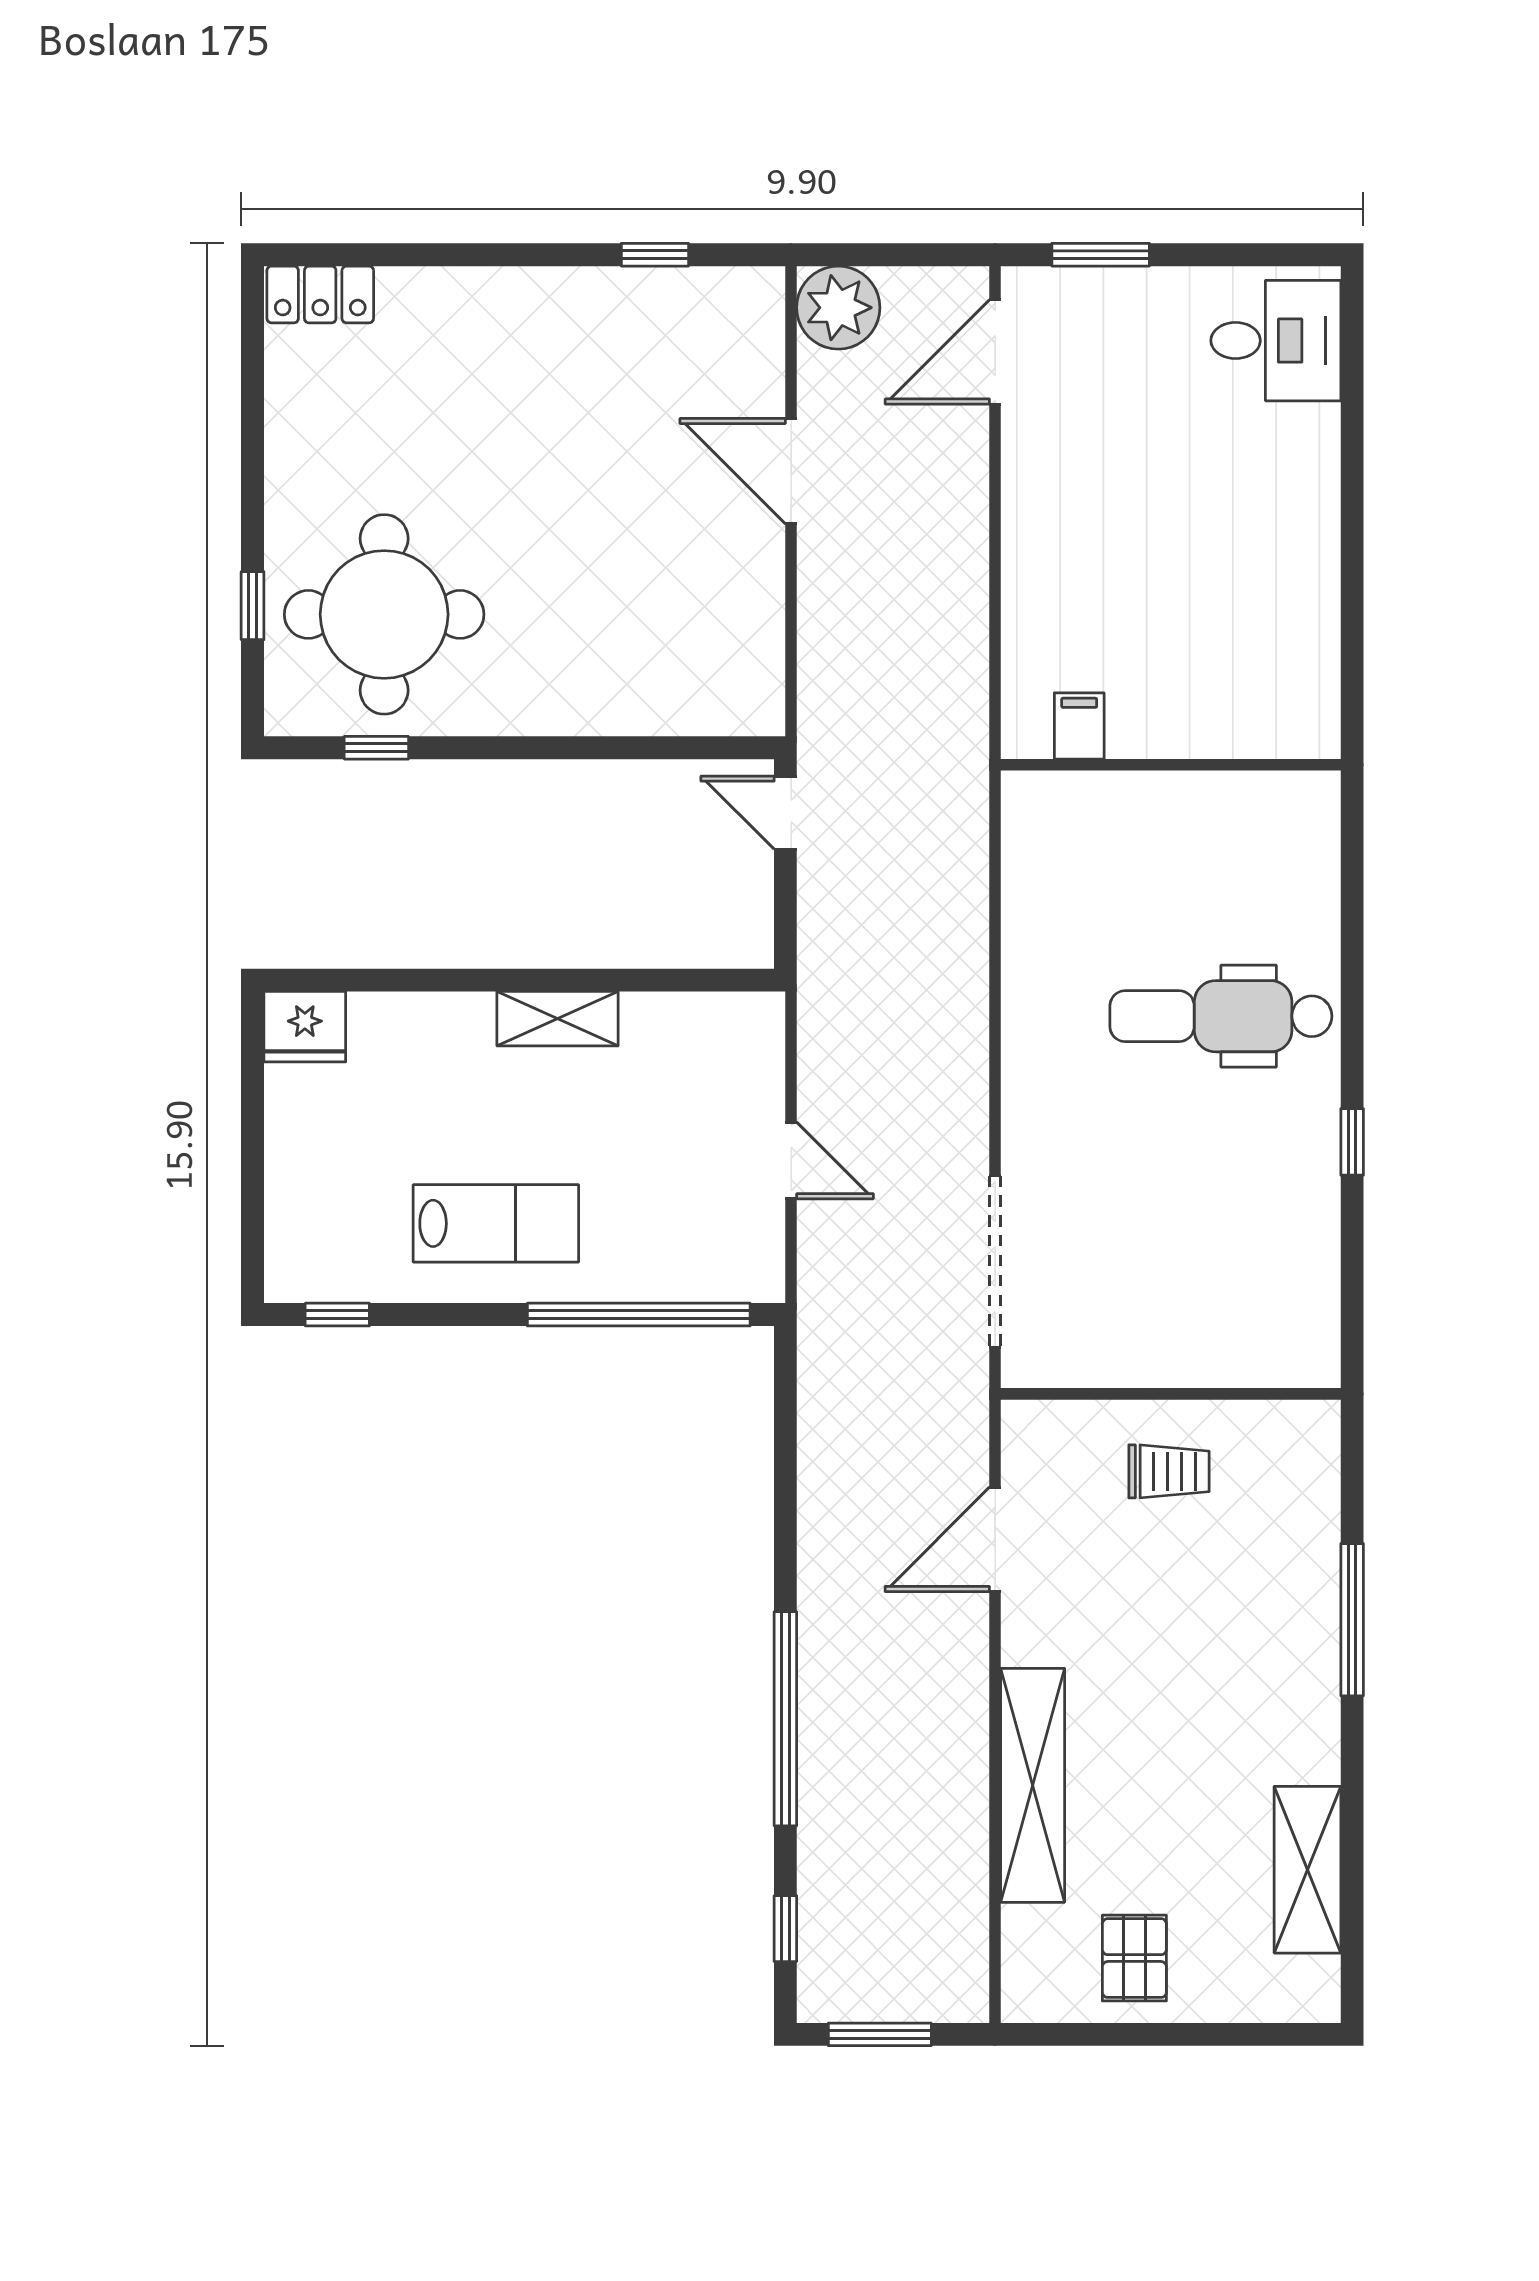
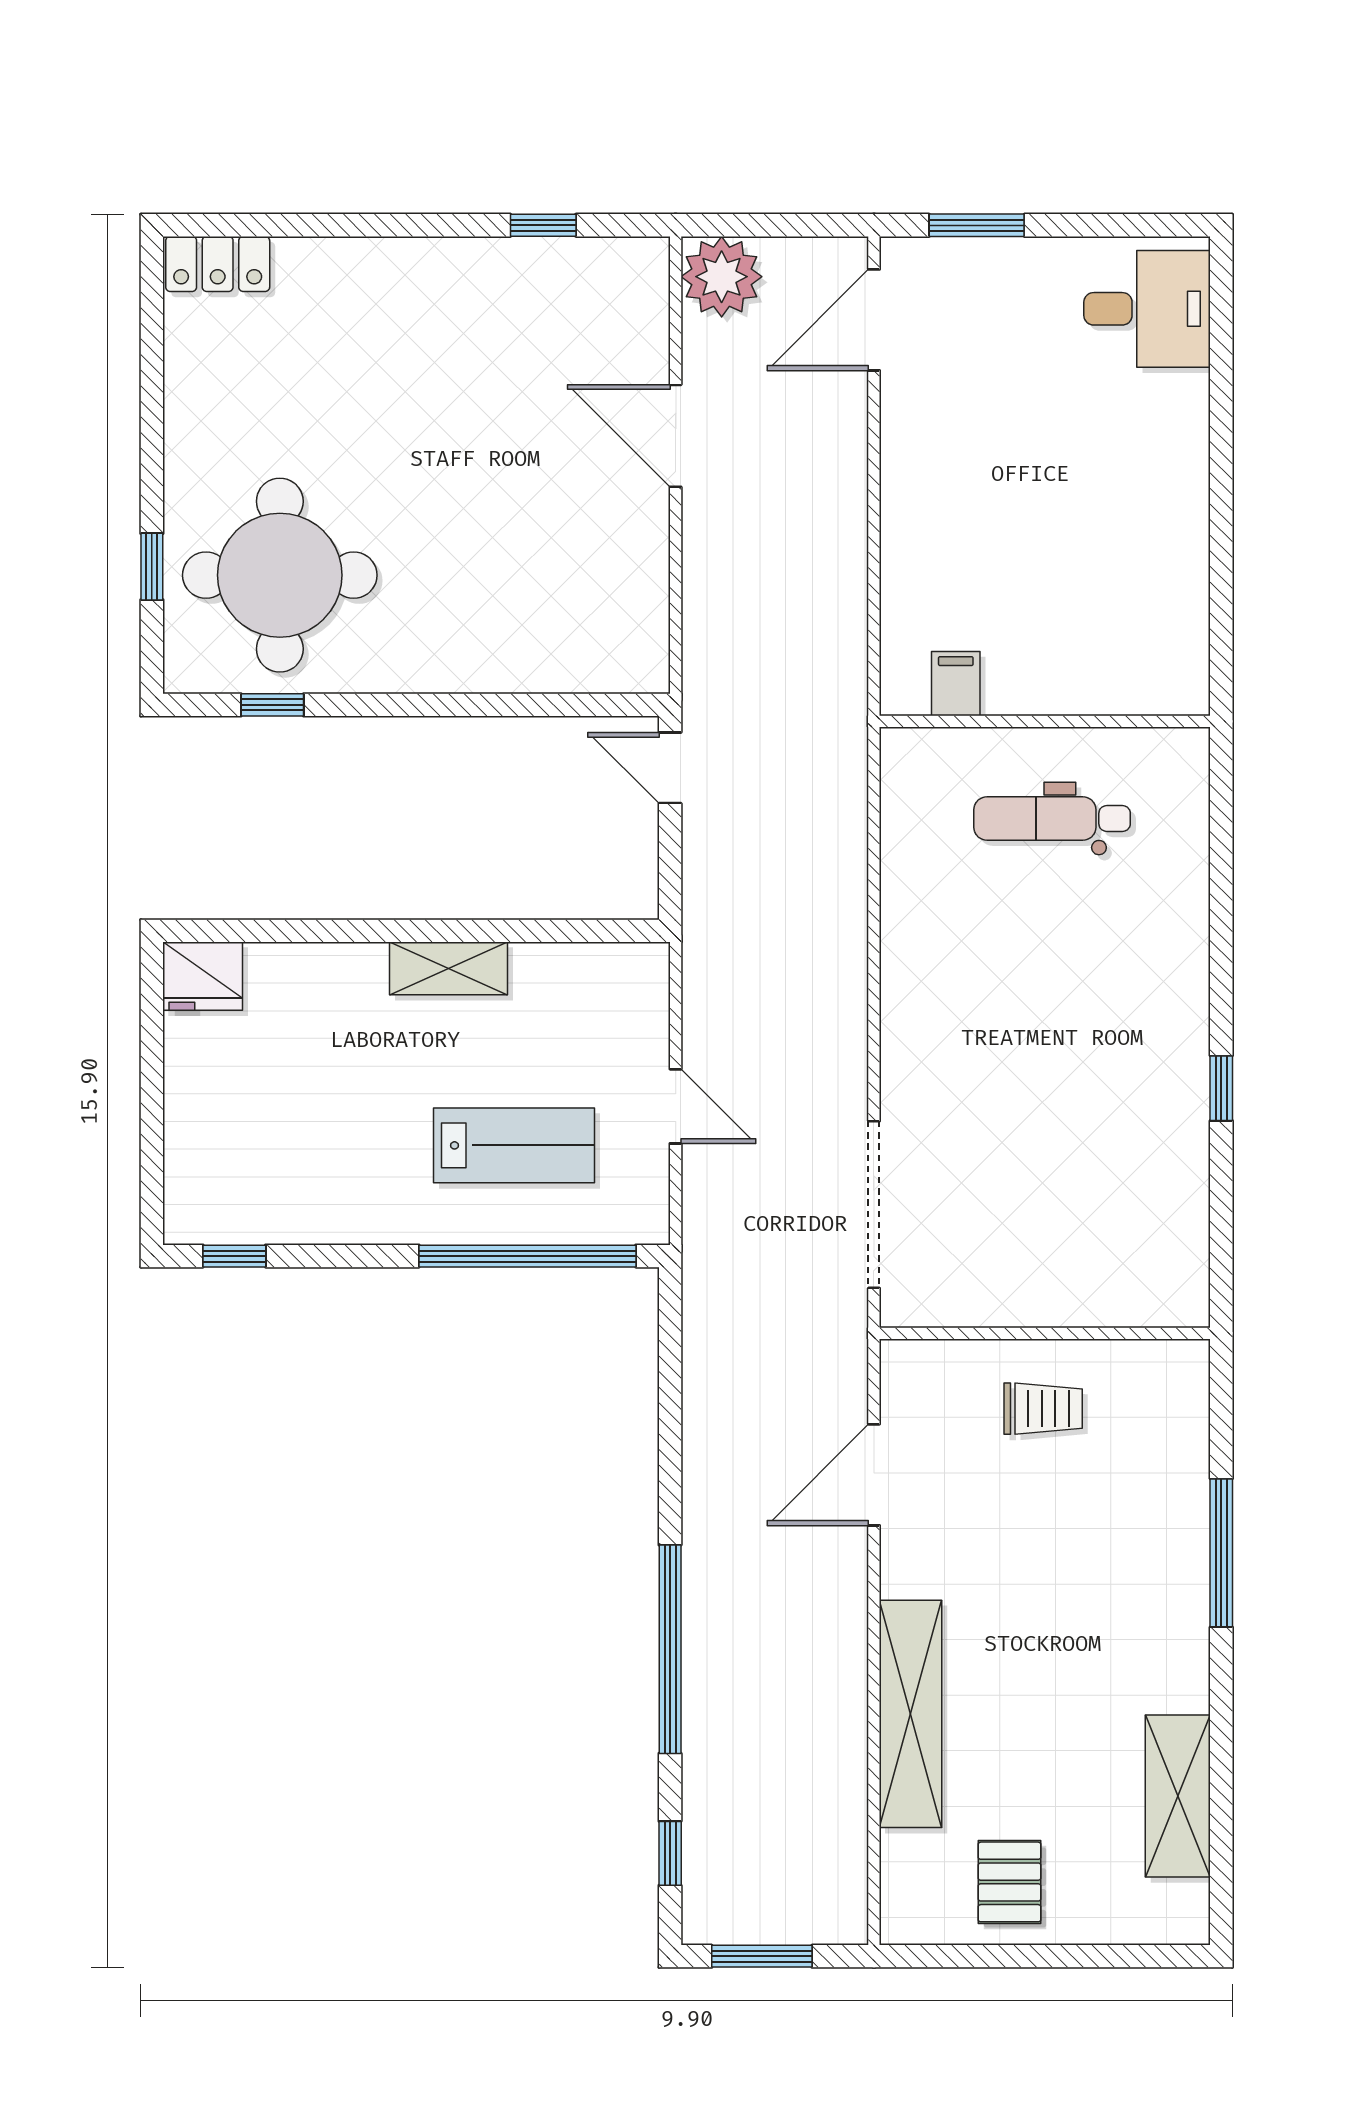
dental chair: (1221, 1016) -> (1052, 818), moved, width x0.73, depth x0.72
lab bench: (496, 1223) -> (514, 1145), moved

